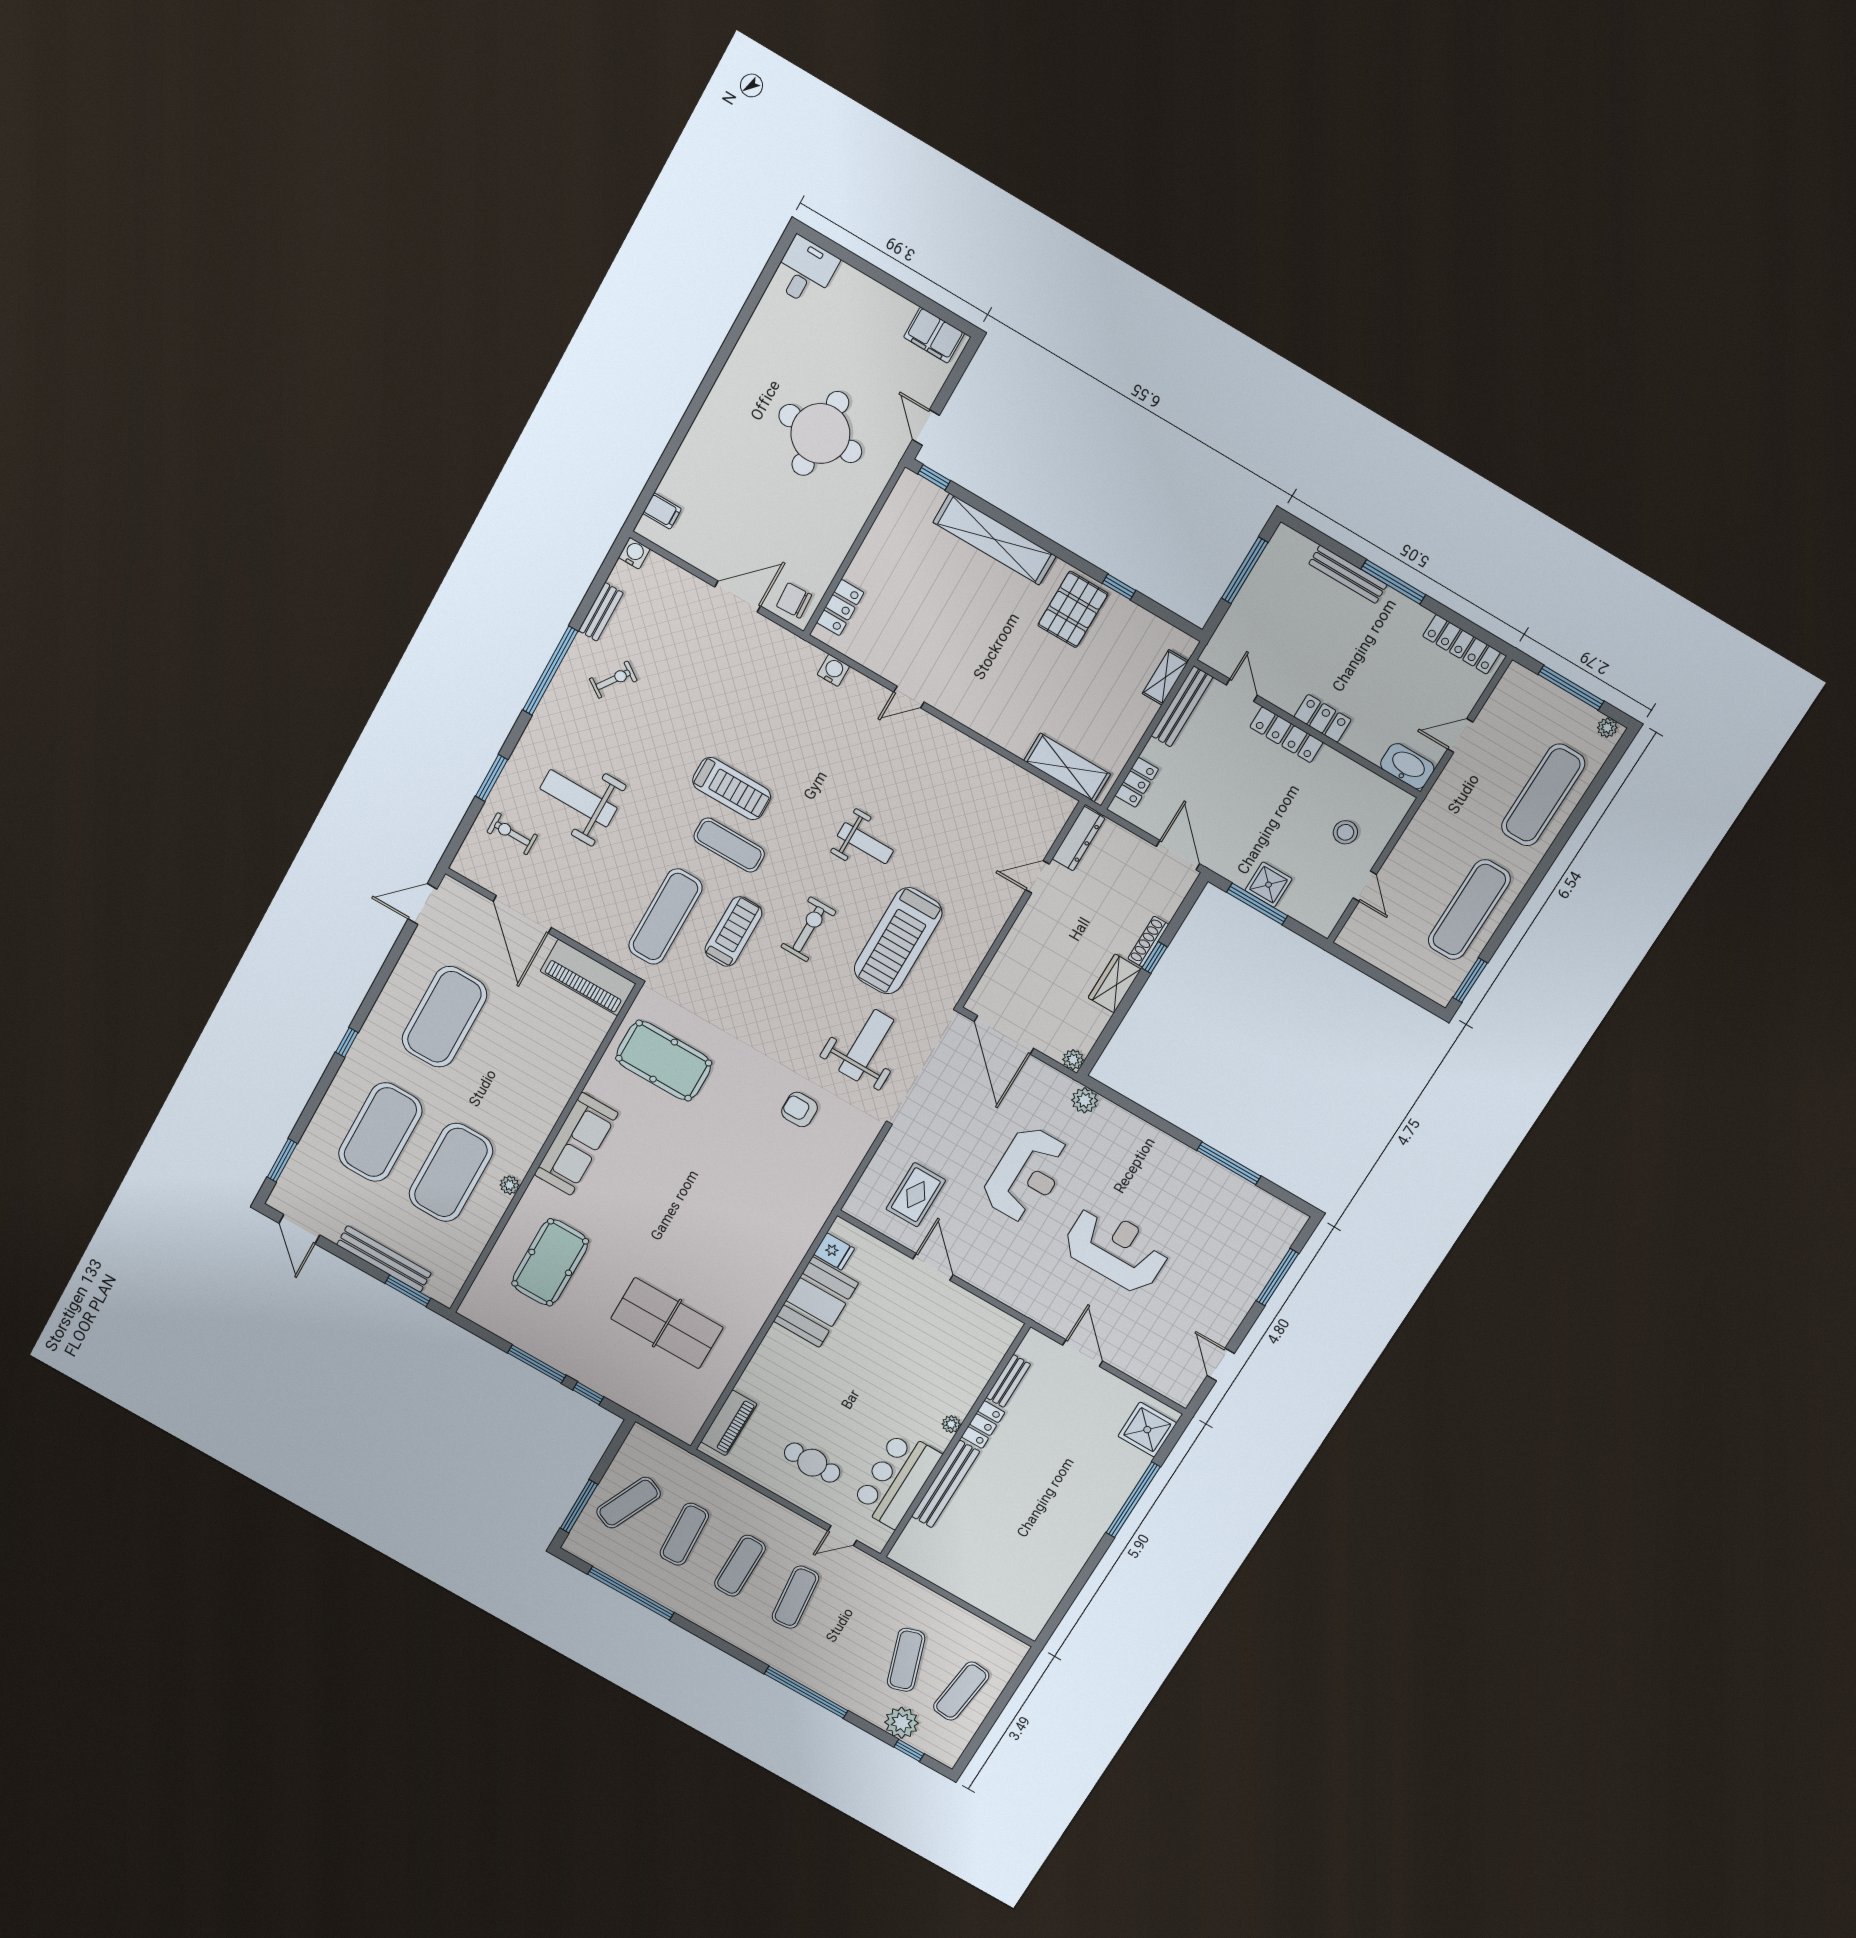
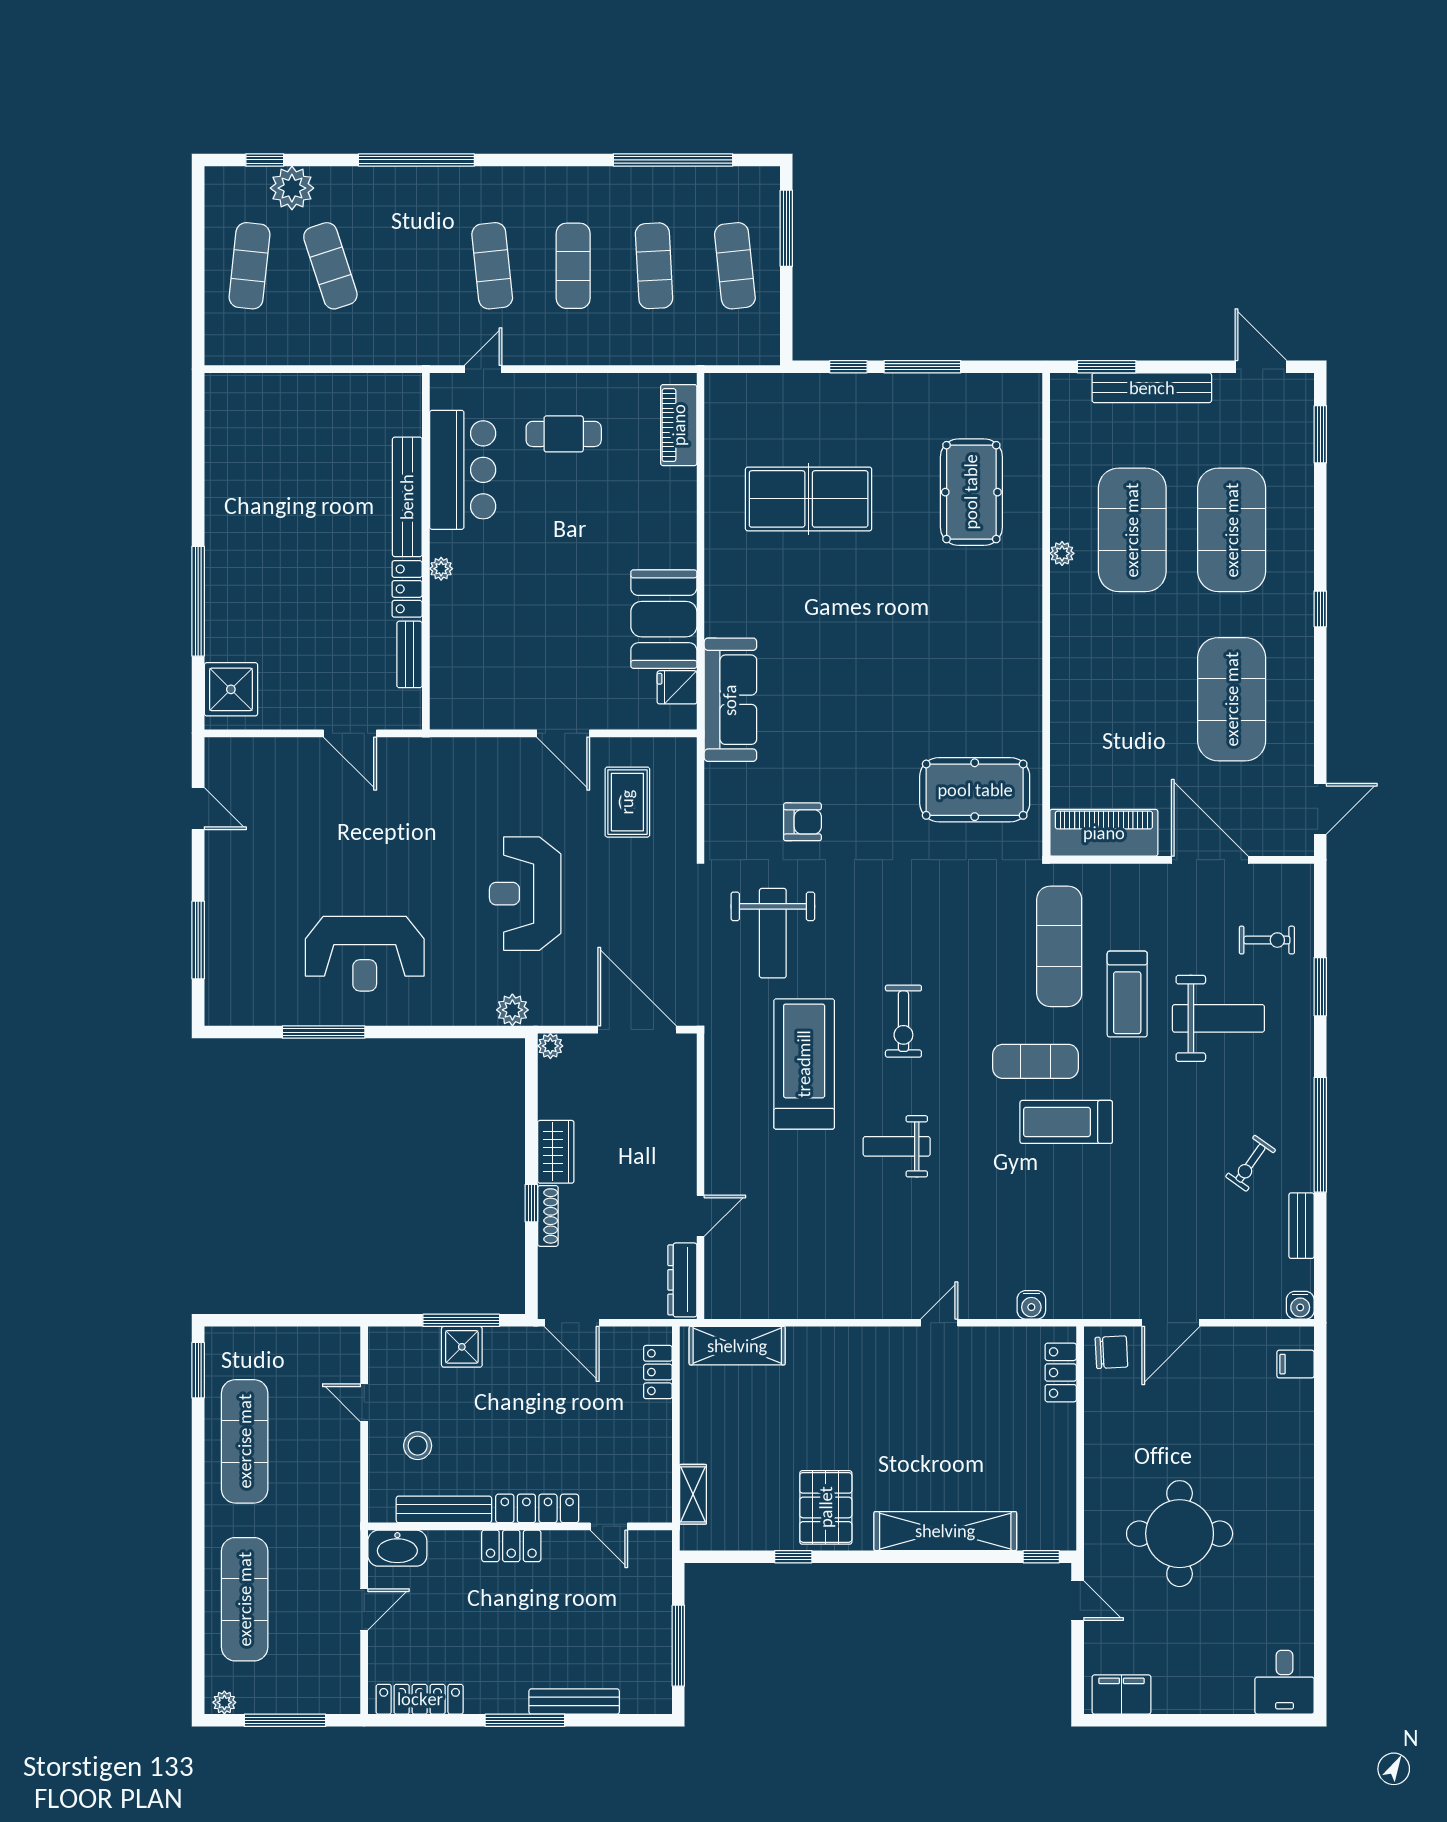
bench: (1182, 706) -> (444, 1509), moved, turned 90
treadmill: (733, 931) -> (1127, 994), moved
sofa: (576, 1144) -> (730, 700), moved, turned 180
reception desk: (1116, 1249) -> (365, 954), moved
exercise mat: (629, 1503) -> (735, 266), turned -30

